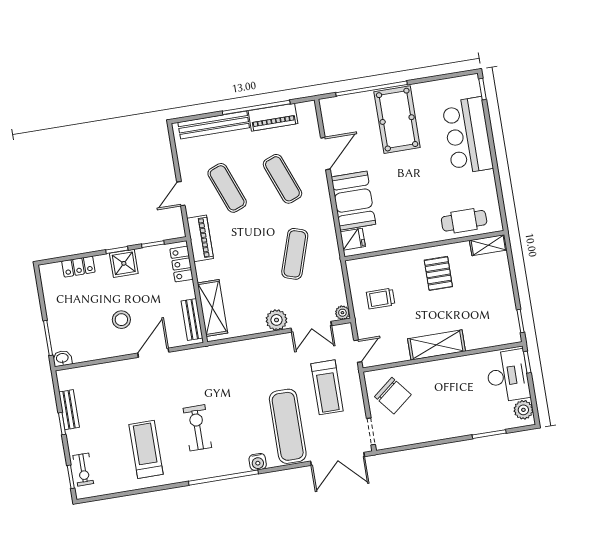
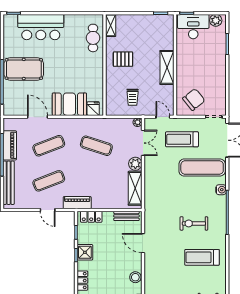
shelving: (213, 308) -> (135, 188), moved, turned 90
stool: (121, 320) -> (135, 277), moved
treadmill: (327, 387) -> (182, 139), turned 180

